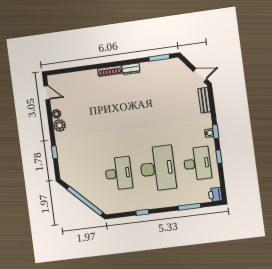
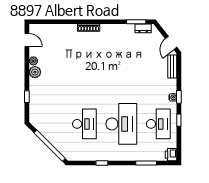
dresser: (131, 69) -> (143, 28), moved
door: (200, 75) -> (171, 43), swing flipped

